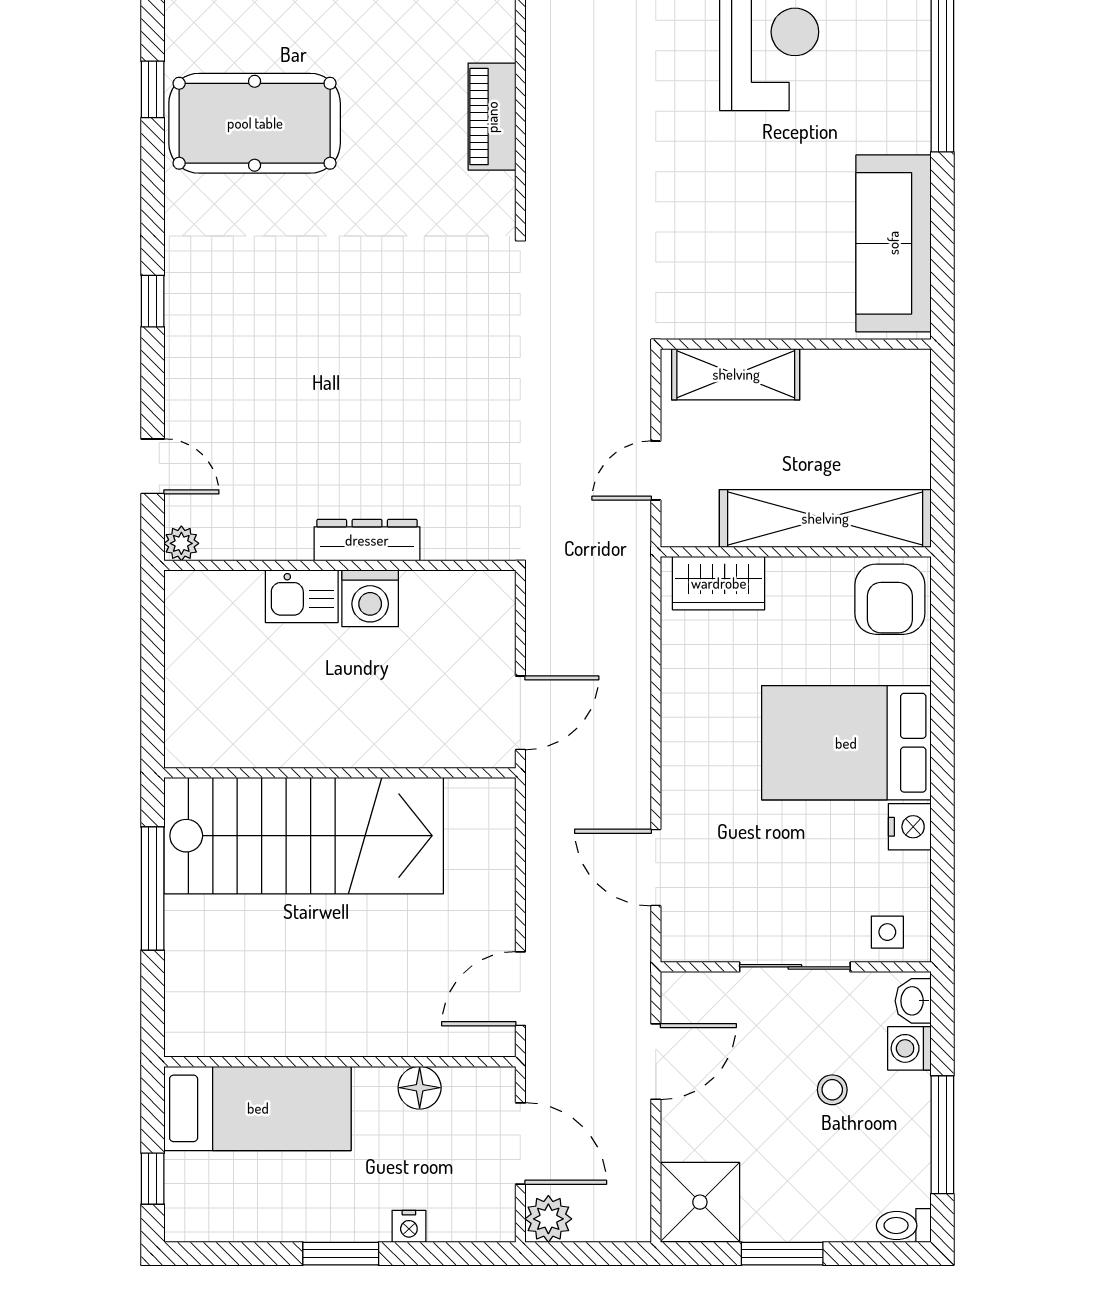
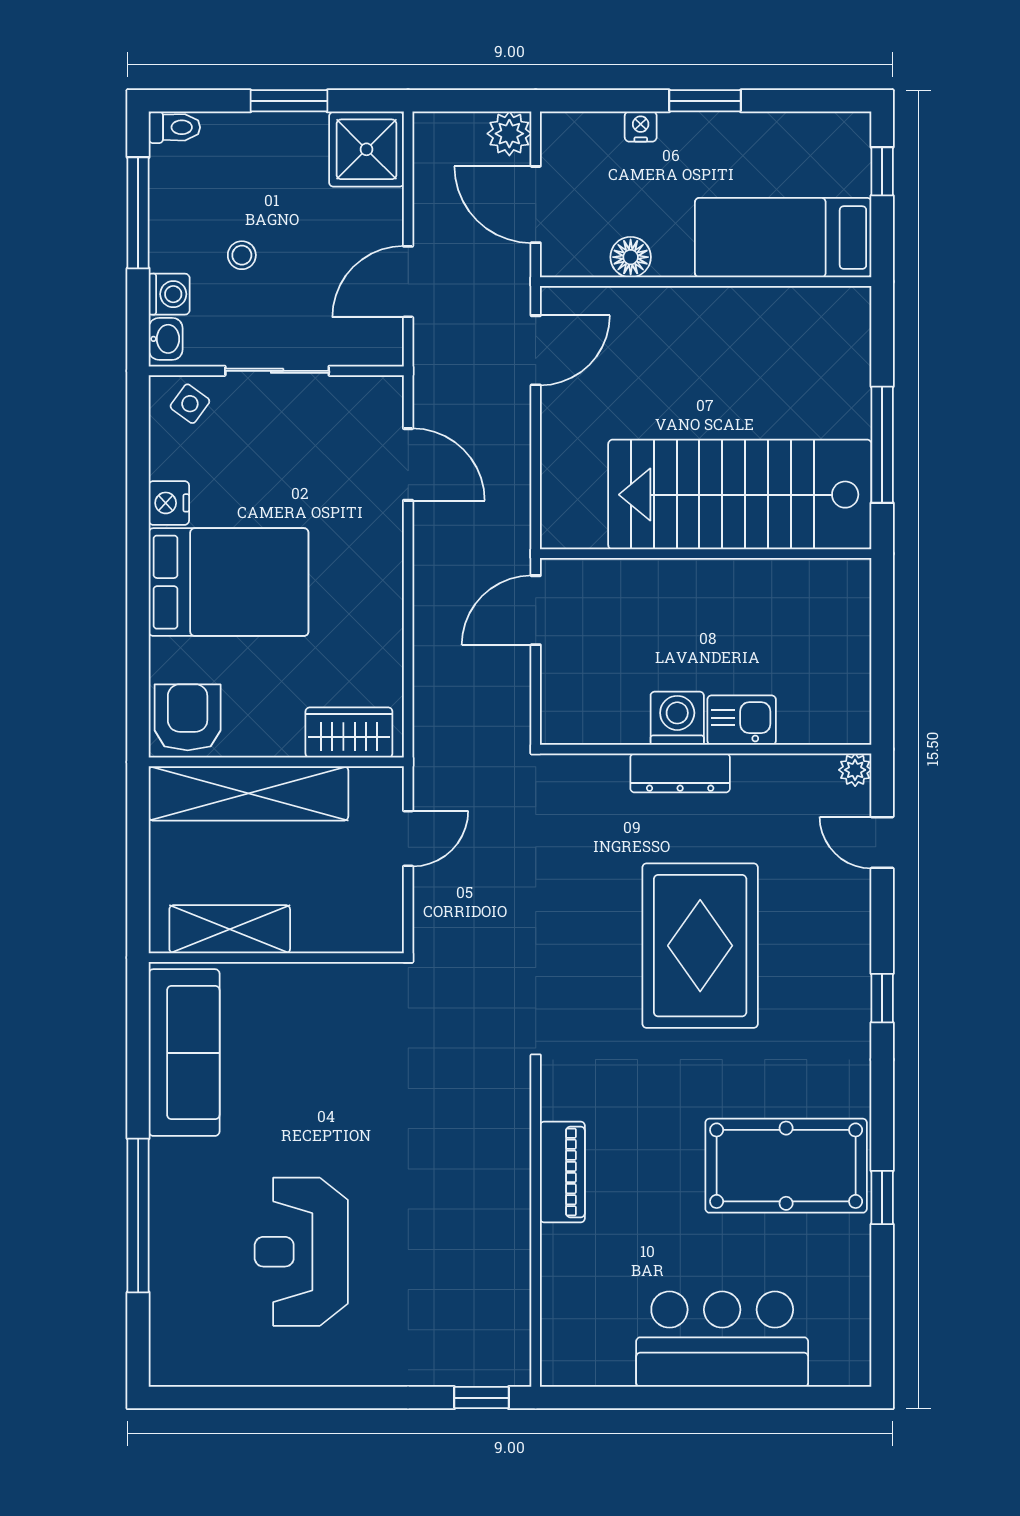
rug: (346, 357) -> (700, 946), added
shelving: (736, 374) -> (230, 929), moved
side table: (887, 932) -> (190, 404), turned 36

